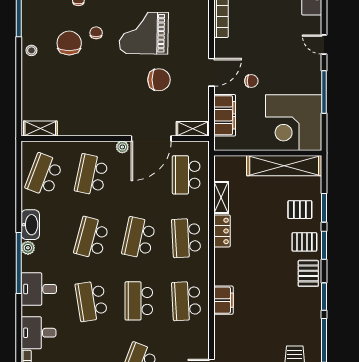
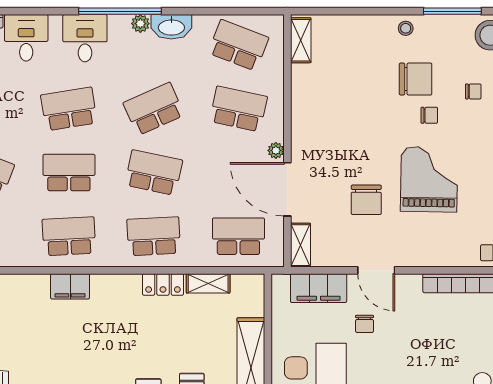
school desk: (91, 238) -> (154, 109), turned -39

